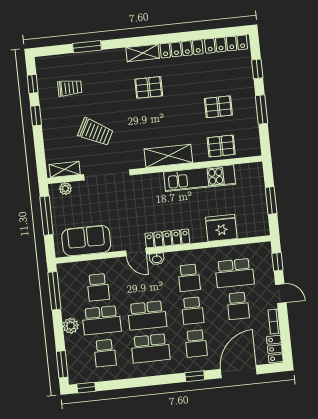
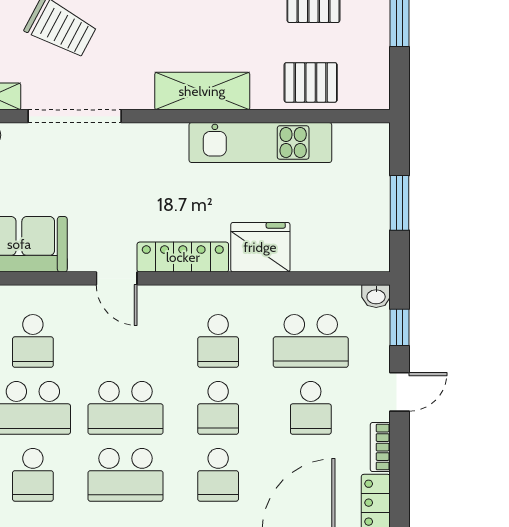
fridge: (221, 228) -> (260, 247), moved
washbasin: (157, 259) -> (376, 296), moved
door: (281, 293) -> (400, 392), hinge flipped

